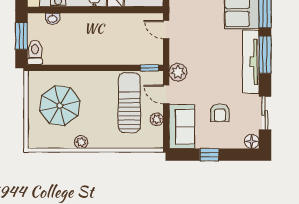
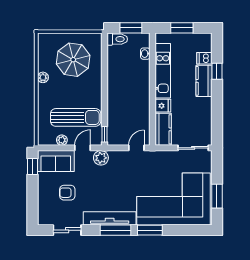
floor lamp: (252, 141) -> (43, 219), removed
window: (209, 155) -> (32, 167), moved

